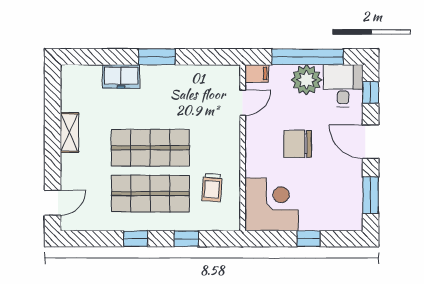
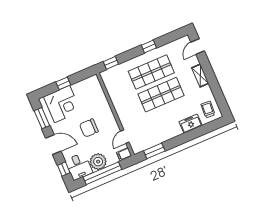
window: (157, 57) -> (154, 151), moved
shelving: (69, 133) -> (200, 76), moved
chair: (298, 144) -> (89, 128), turned 180
trolley: (212, 188) -> (208, 110), moved
corner desk: (272, 204) -> (62, 104), moved, turned -90
window: (186, 239) -> (111, 63), moved

